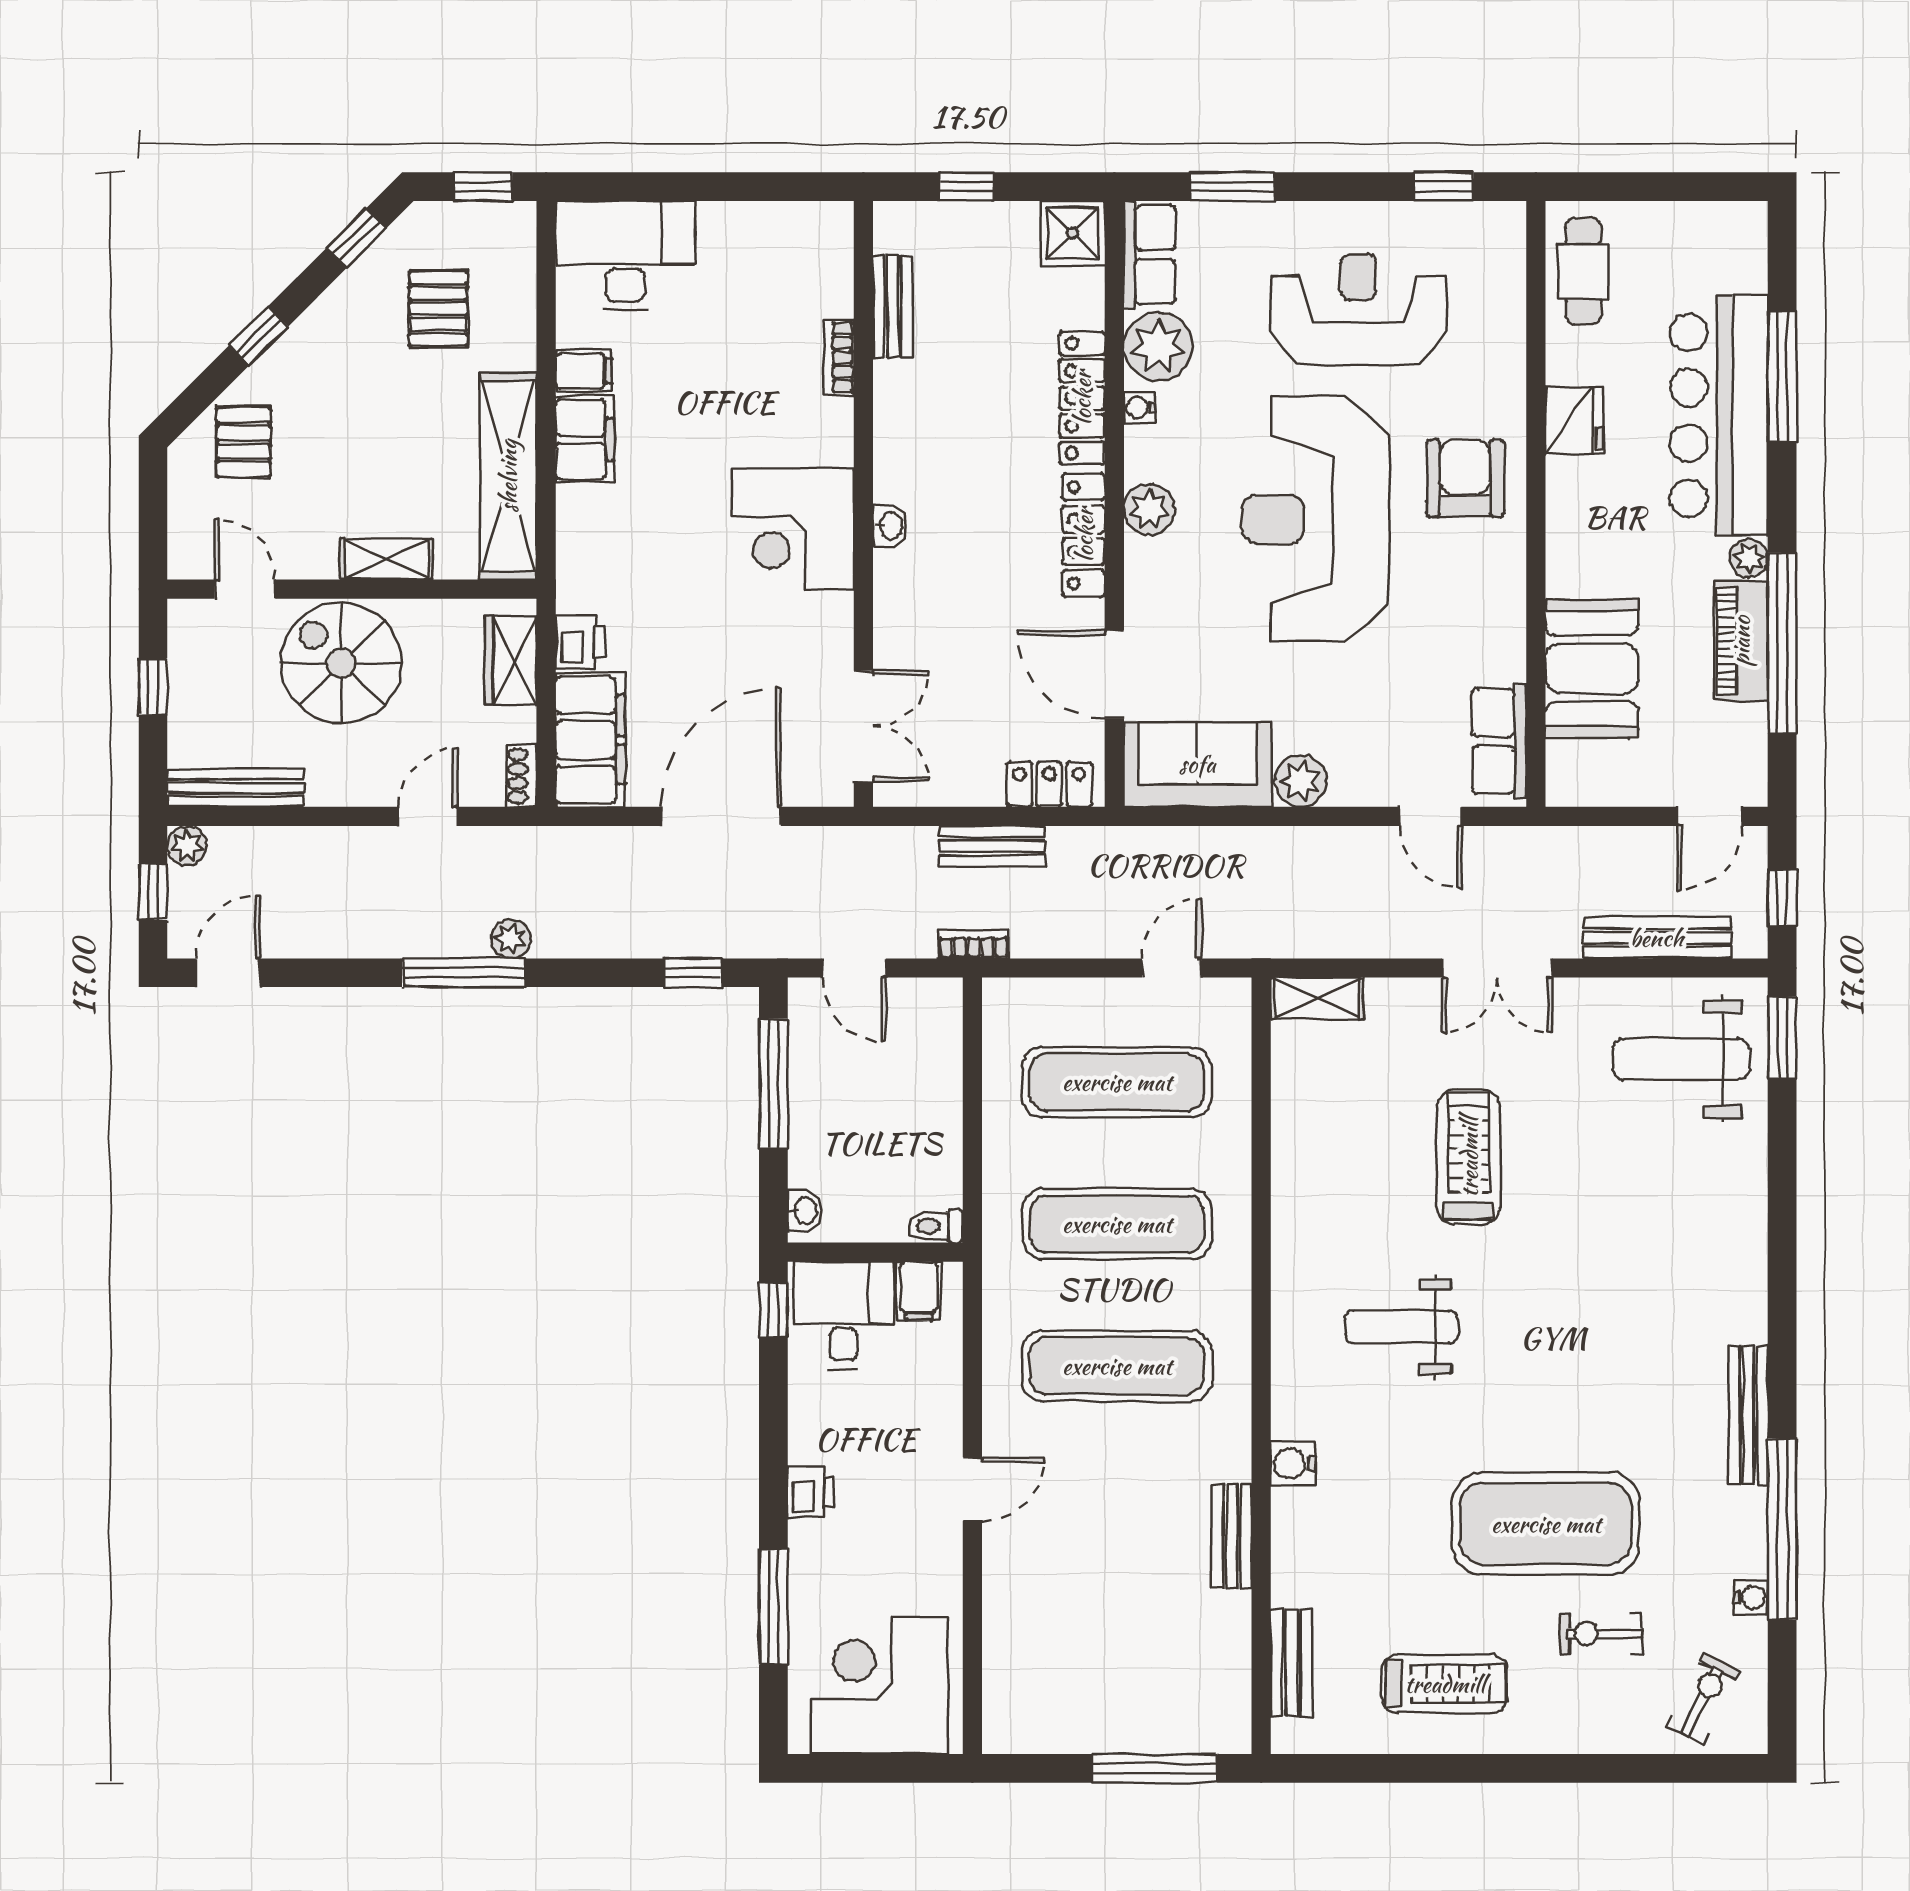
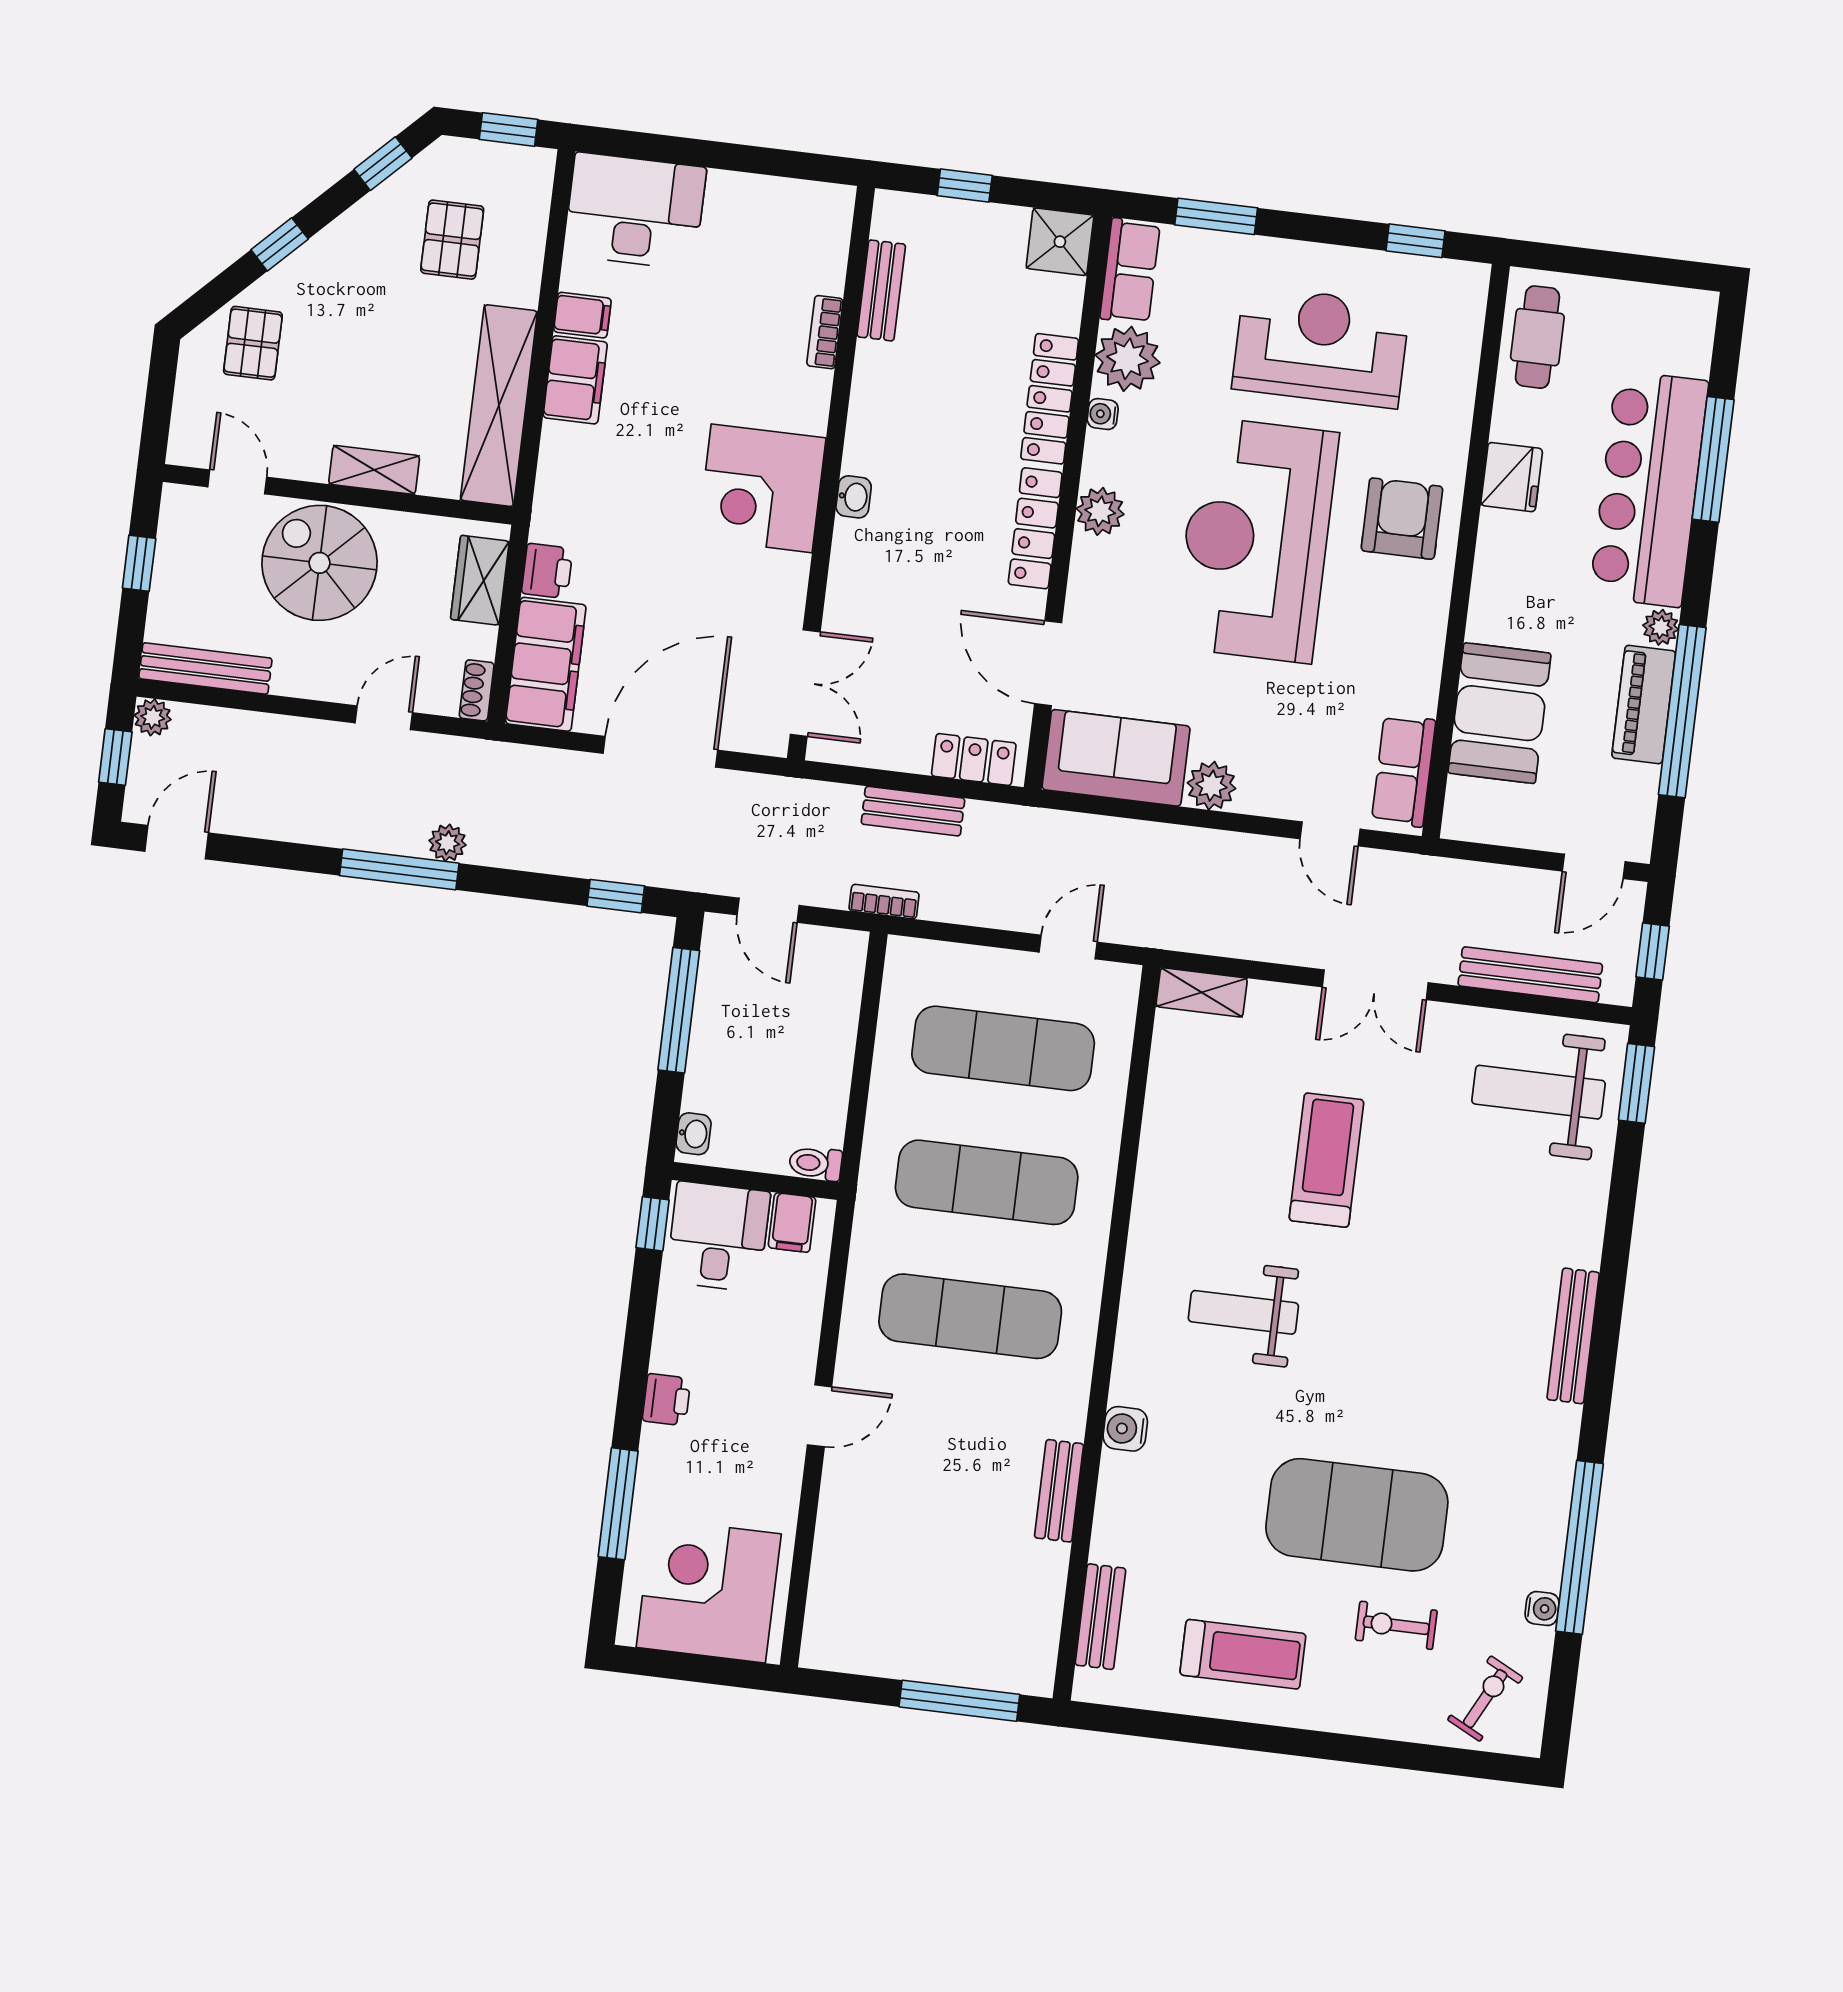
bench: (1748, 1415) -> (1573, 1336), moved

